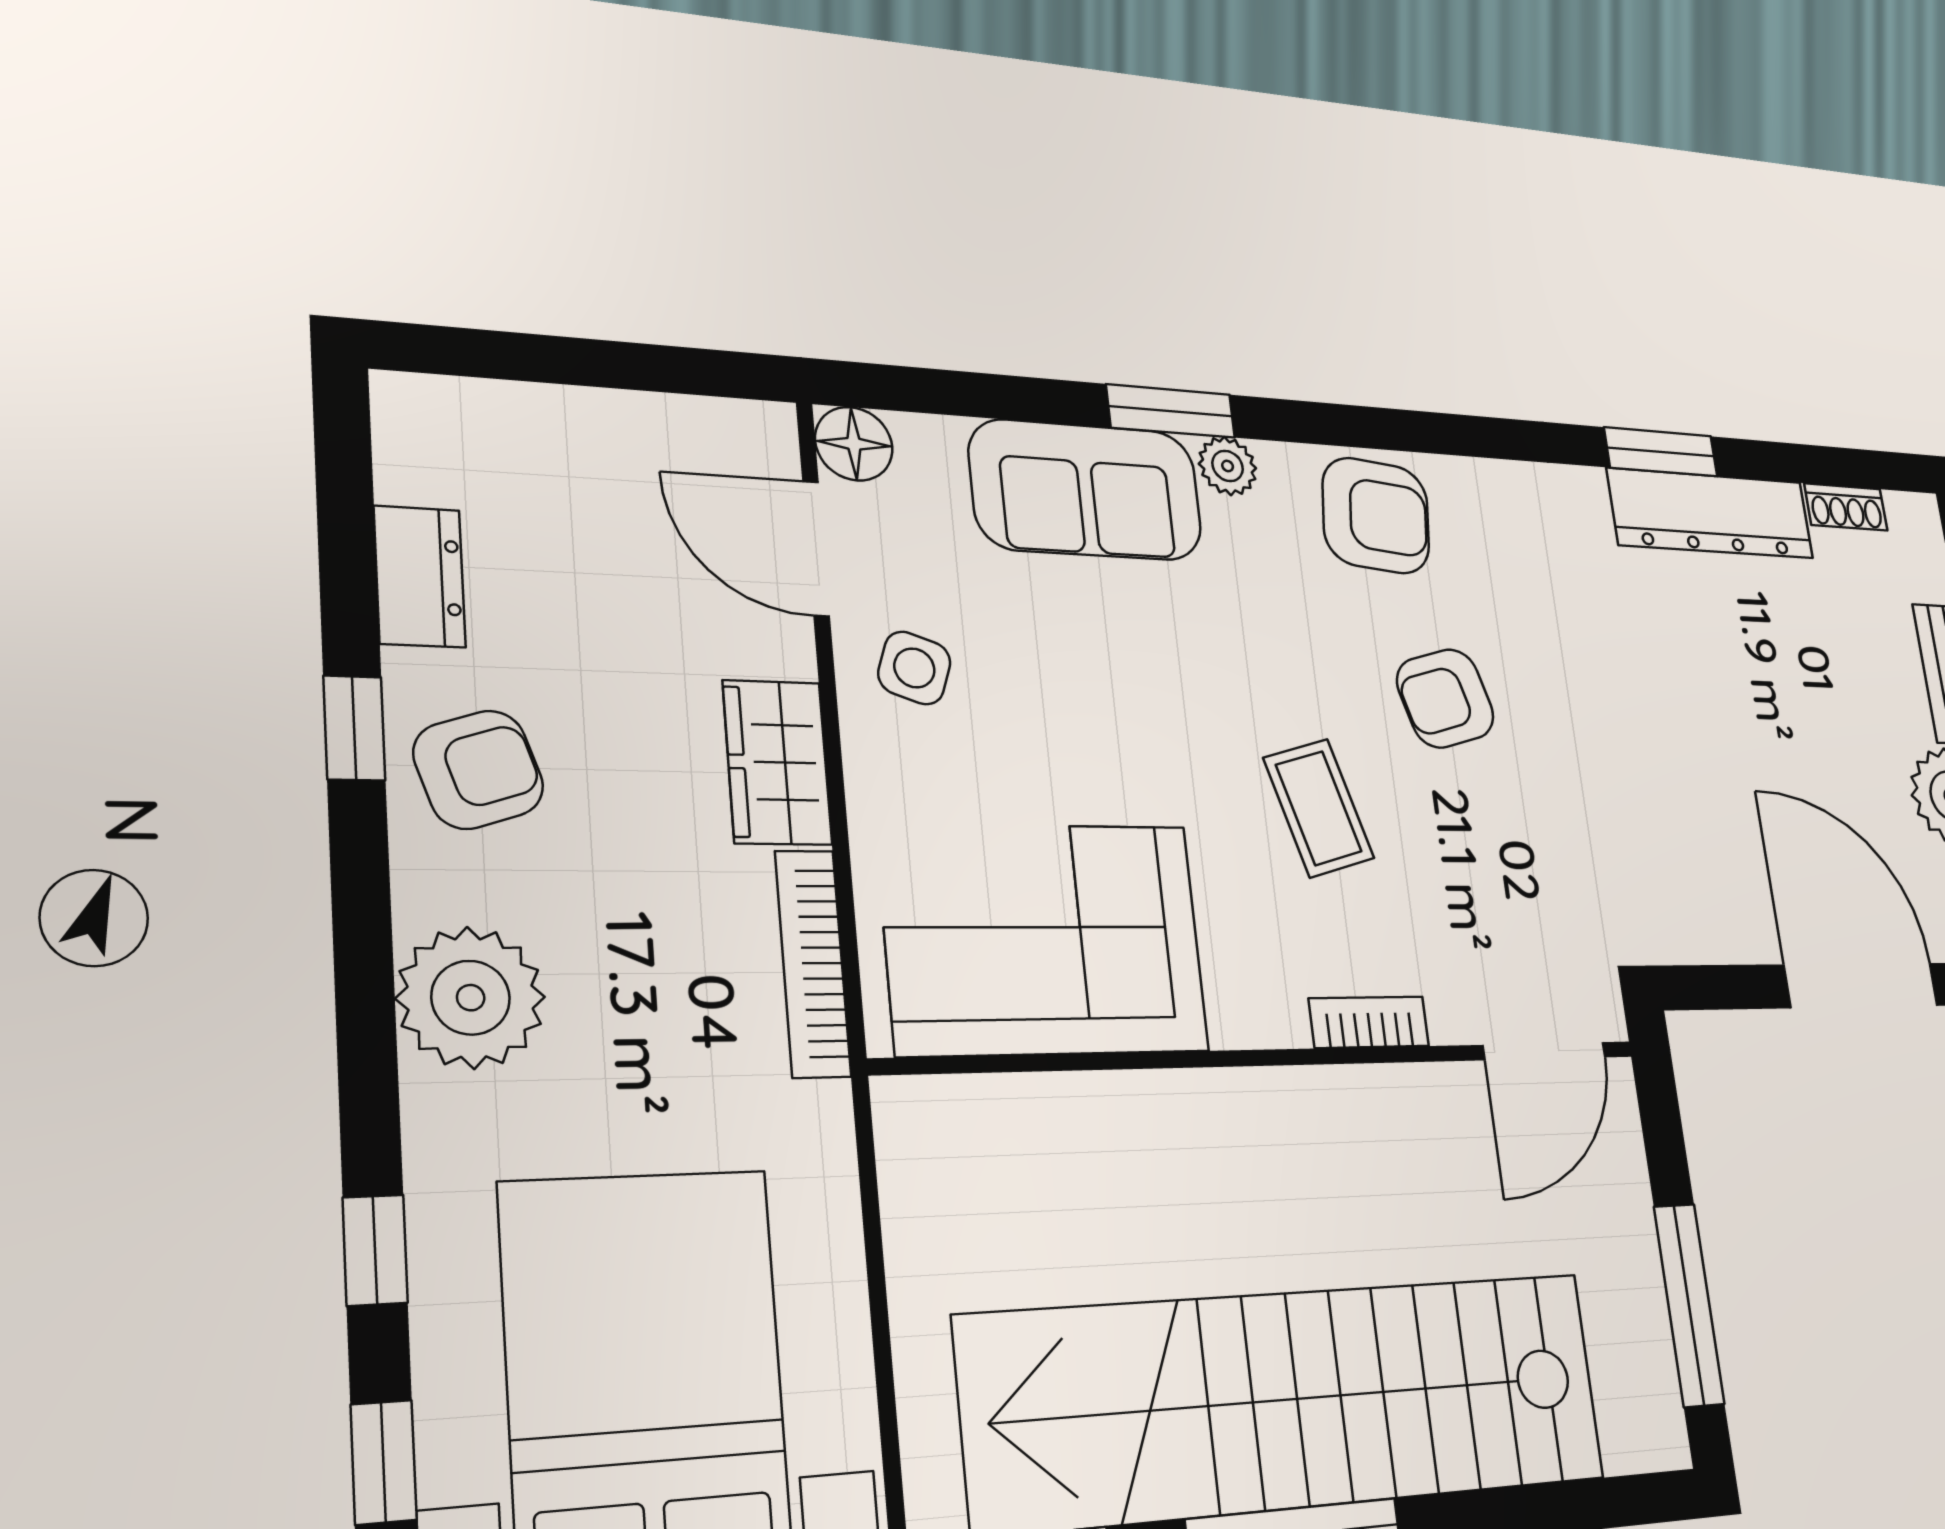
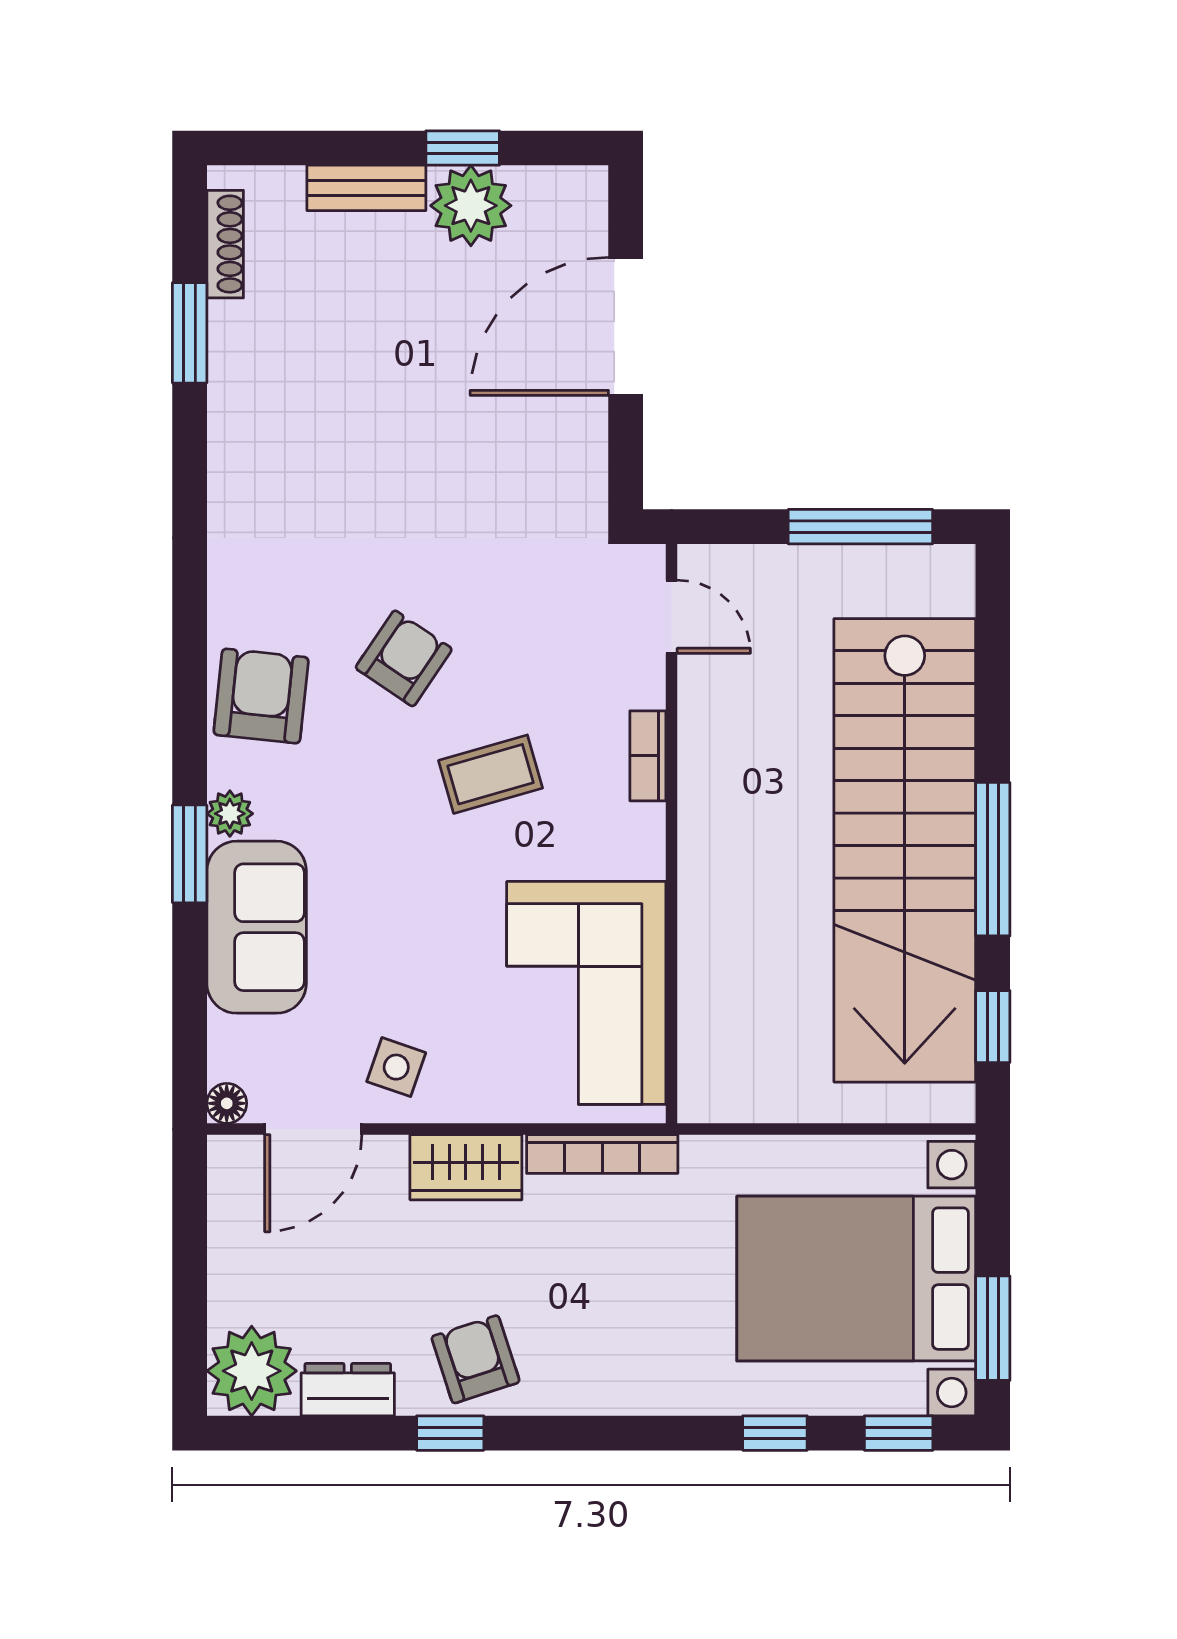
floor lamp: (854, 444) -> (227, 1103), width x0.73, depth x0.73
window: (1661, 452) -> (190, 333), moved
shoe rack: (1846, 507) -> (225, 244), width x1.43
dresser: (1711, 513) -> (240, 394), removed
armchair: (1445, 698) -> (404, 658), turned -130
plant: (471, 998) -> (252, 1371), moved
door: (1544, 1051) -> (672, 617), width x0.73

